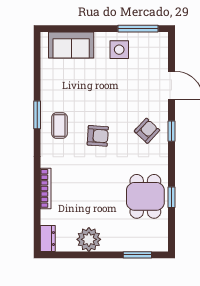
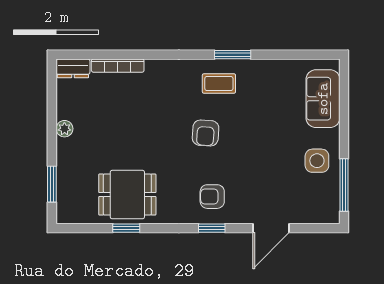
armchair: (147, 131) -> (212, 197), turned 137
bookcase: (46, 188) -> (118, 66), moved
plant: (89, 239) -> (64, 129), width x0.53, depth x0.53

